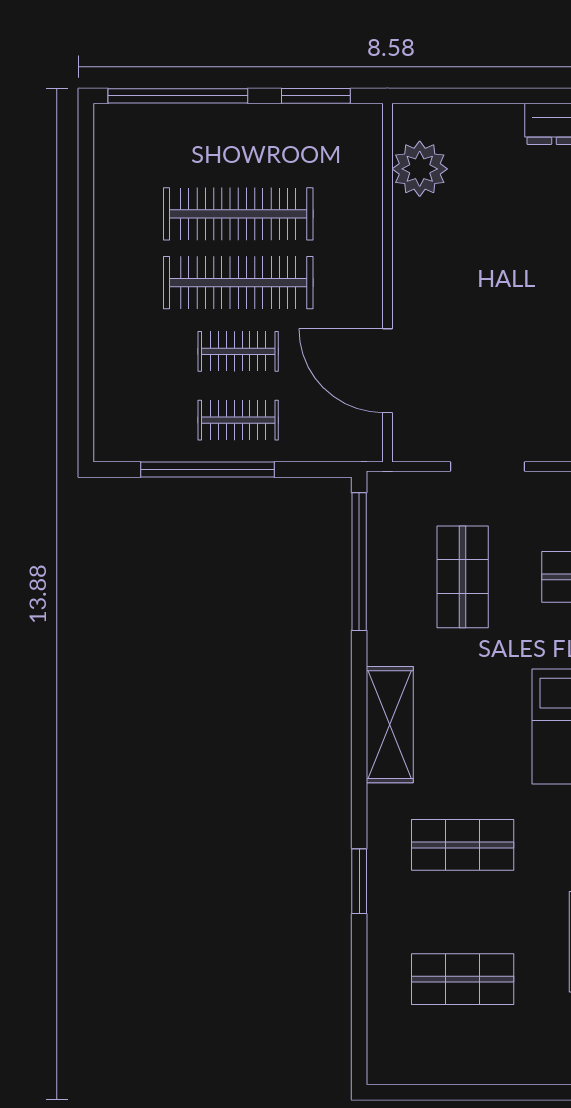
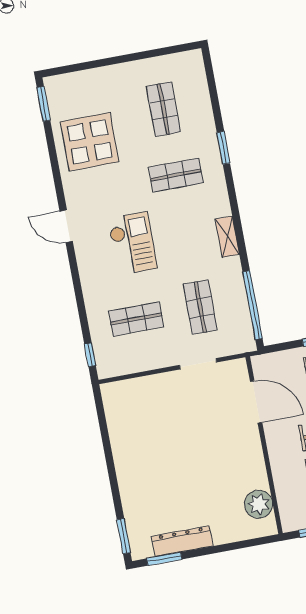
shelving: (390, 725) -> (227, 237), width x0.67, depth x0.75
shop shelf: (463, 979) -> (164, 109), turned 90

